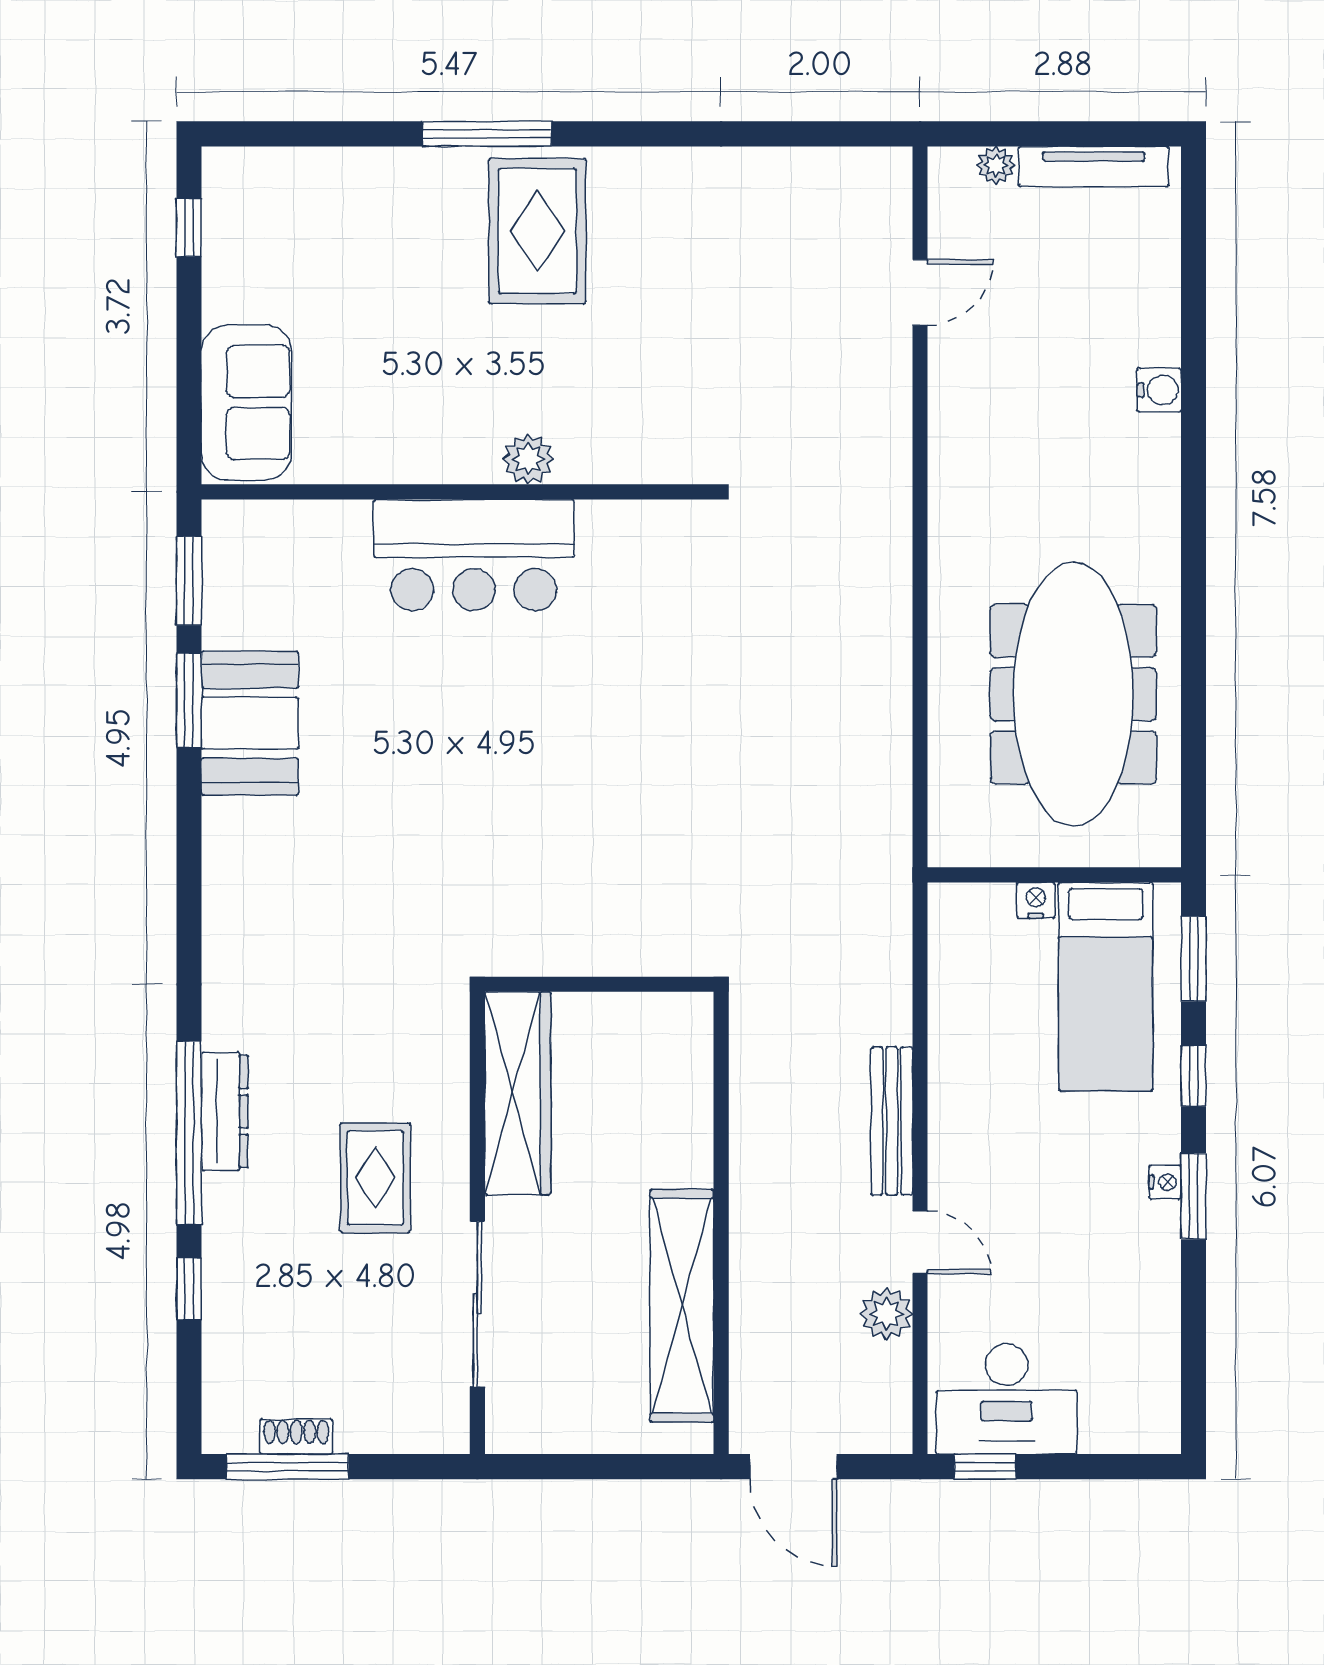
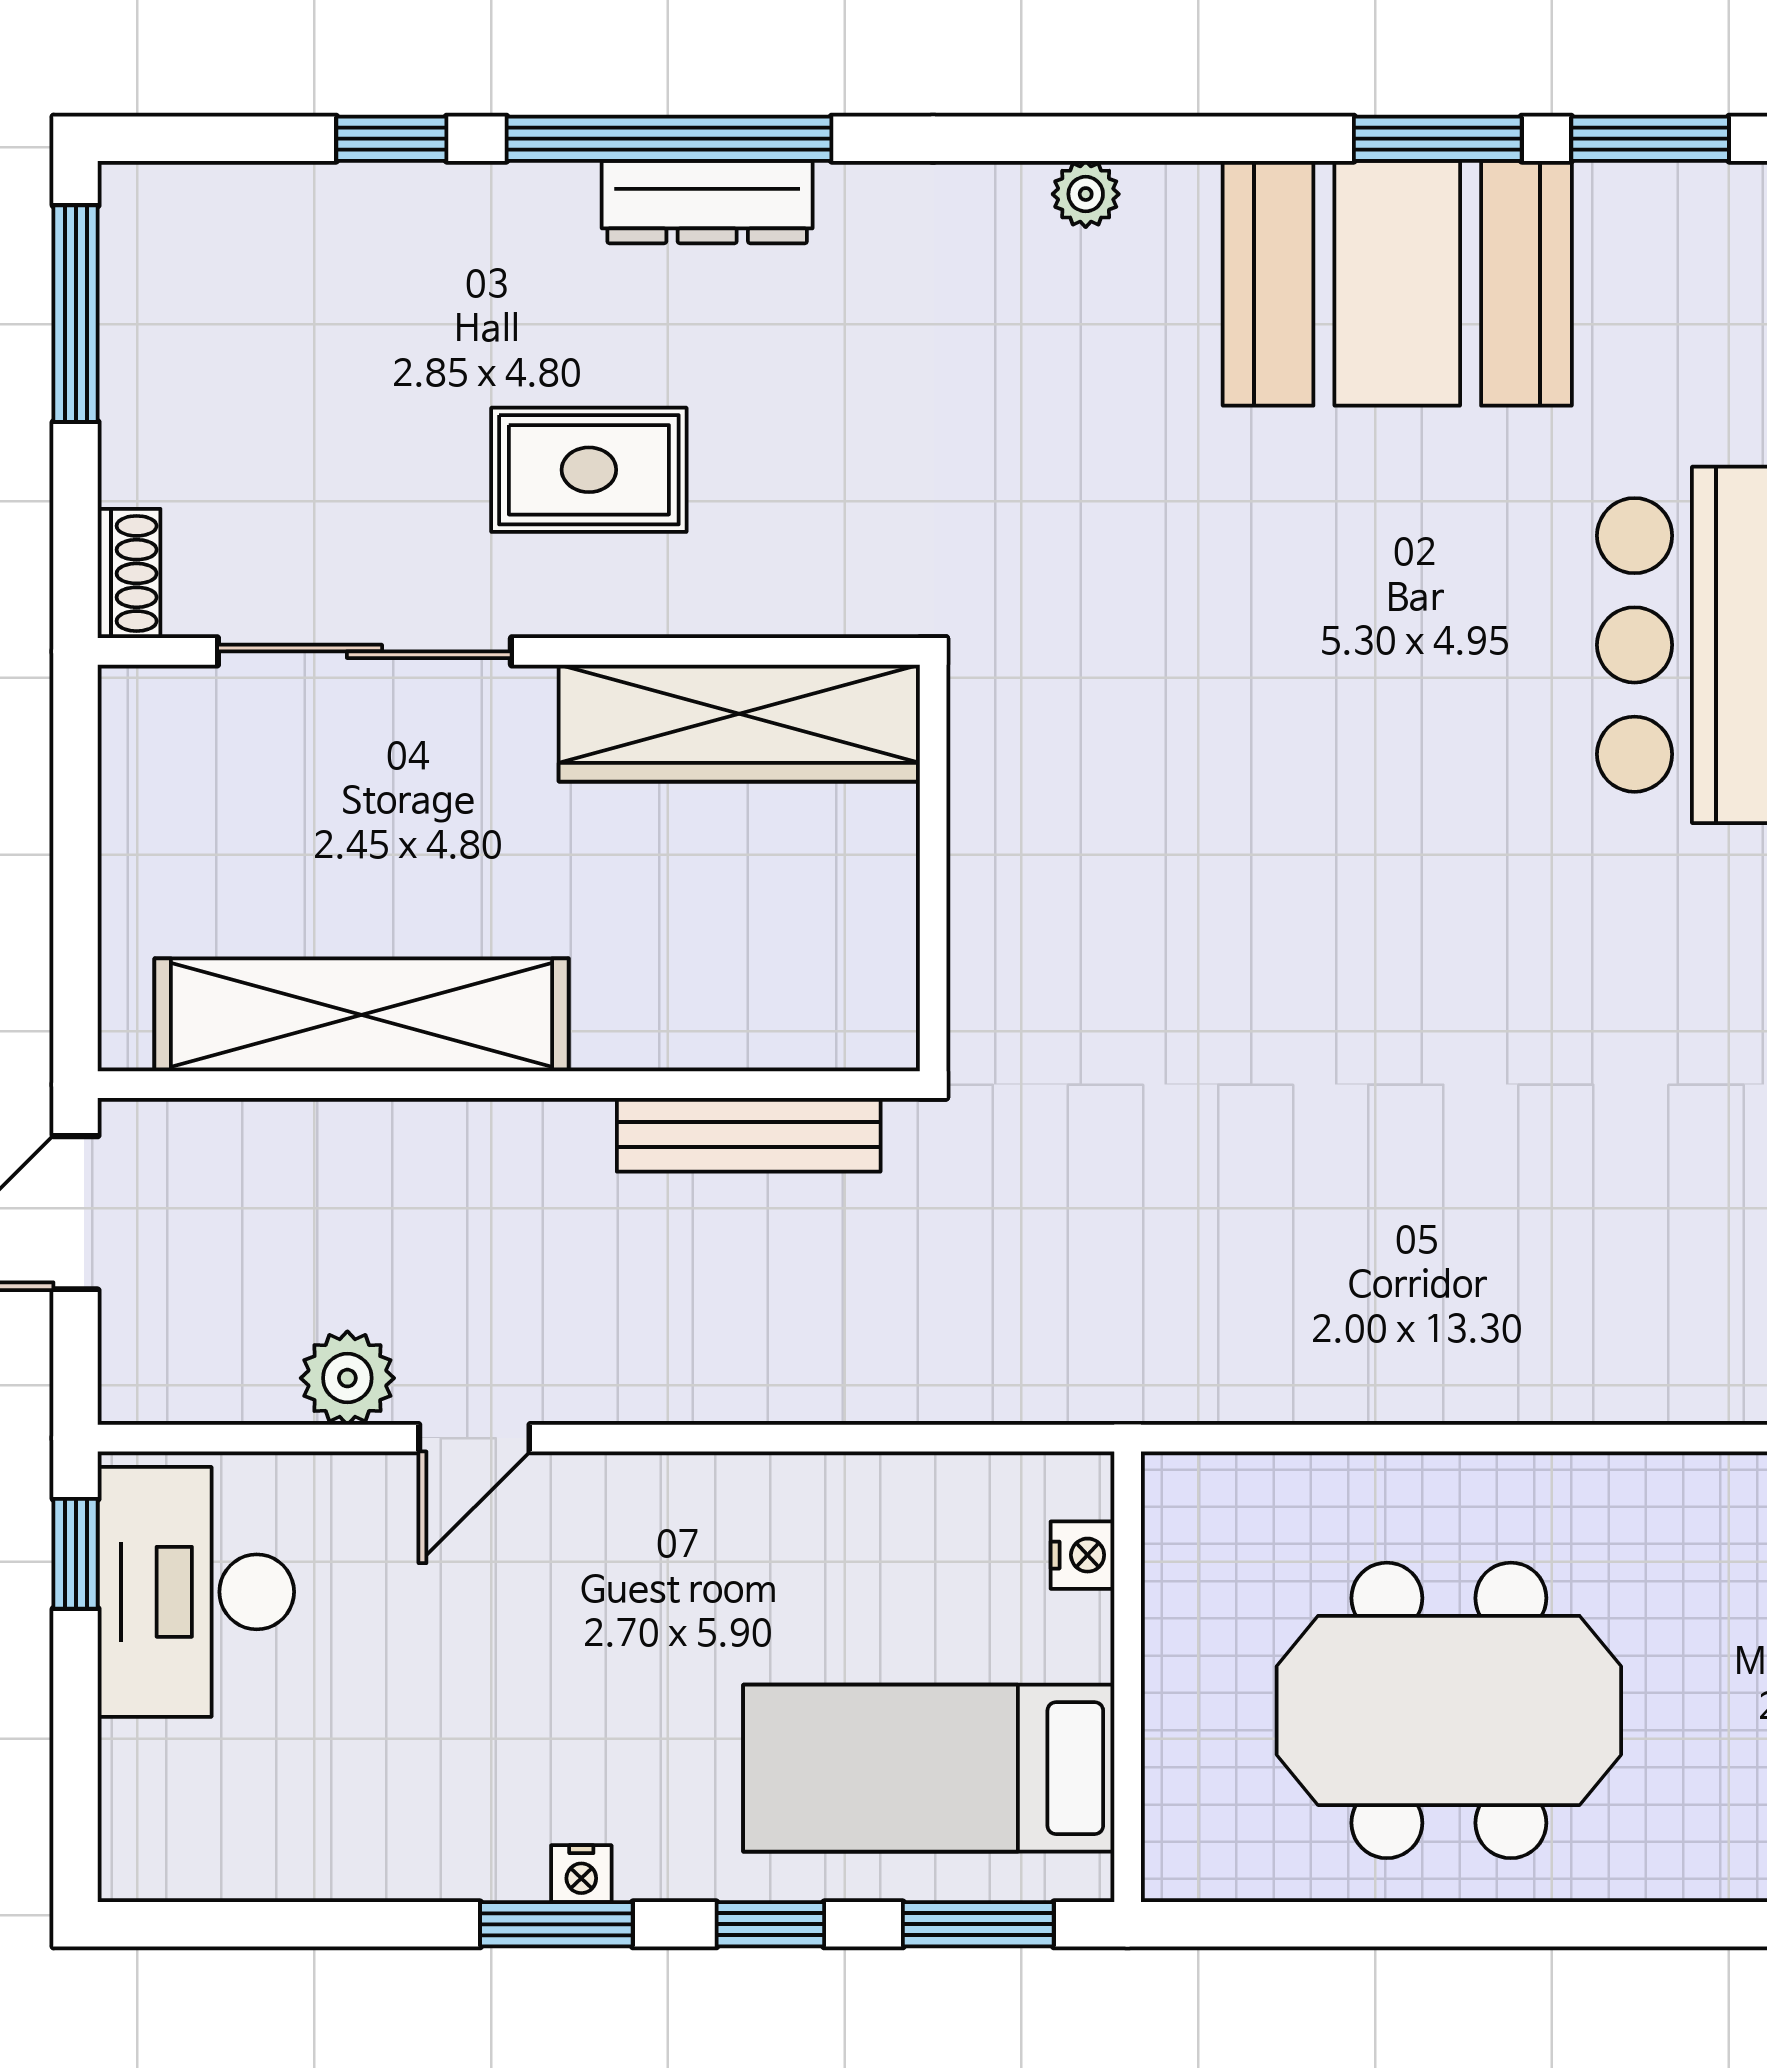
meeting table: (1073, 694) -> (1449, 1710), width x0.73
booth: (250, 723) -> (1397, 283), width x1.36, depth x1.42
plant: (220, 898) -> (1086, 194), added
nightstand: (1036, 900) -> (1082, 1555), moved
bench: (892, 1121) -> (749, 1135), moved
shoe rack: (296, 1437) -> (129, 573), moved

